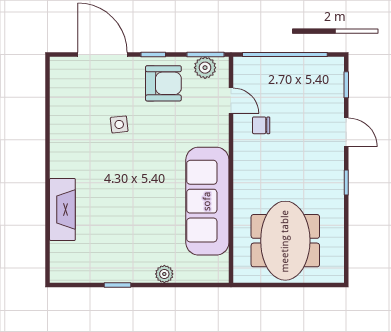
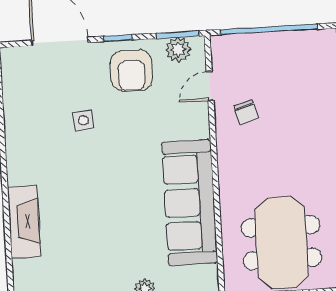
armchair: (163, 83) -> (131, 70), turned 90
door: (231, 101) -> (210, 86), swing flipped
chair: (261, 125) -> (246, 112), turned -107

